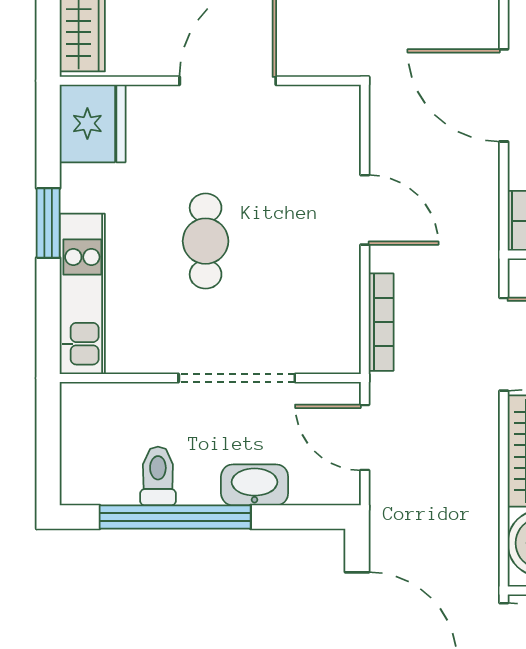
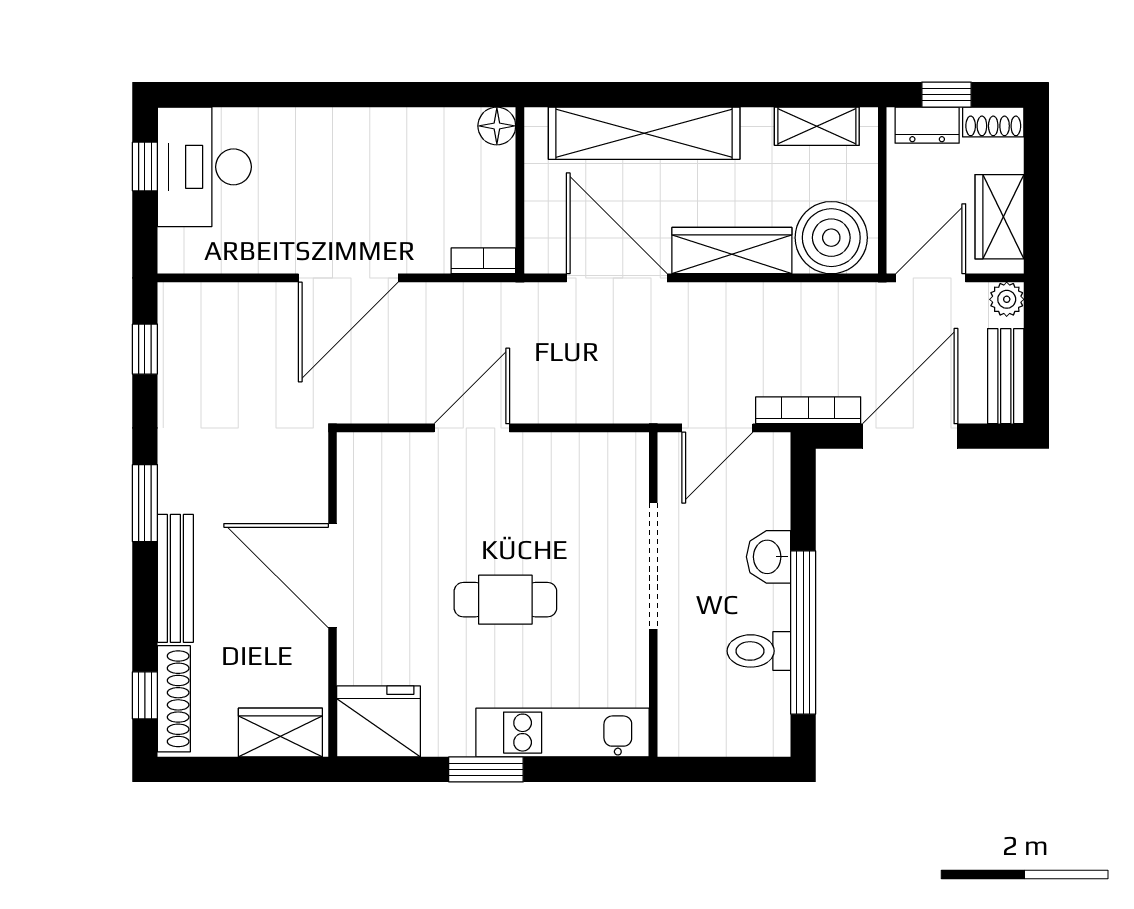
bookcase: (381, 322) -> (808, 410), moved
washbasin: (255, 485) -> (768, 557), width x0.72

